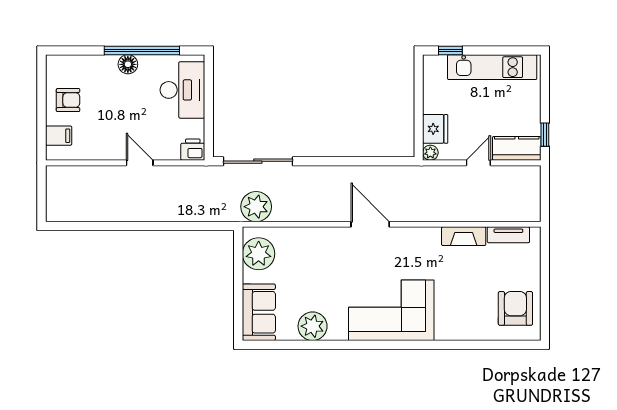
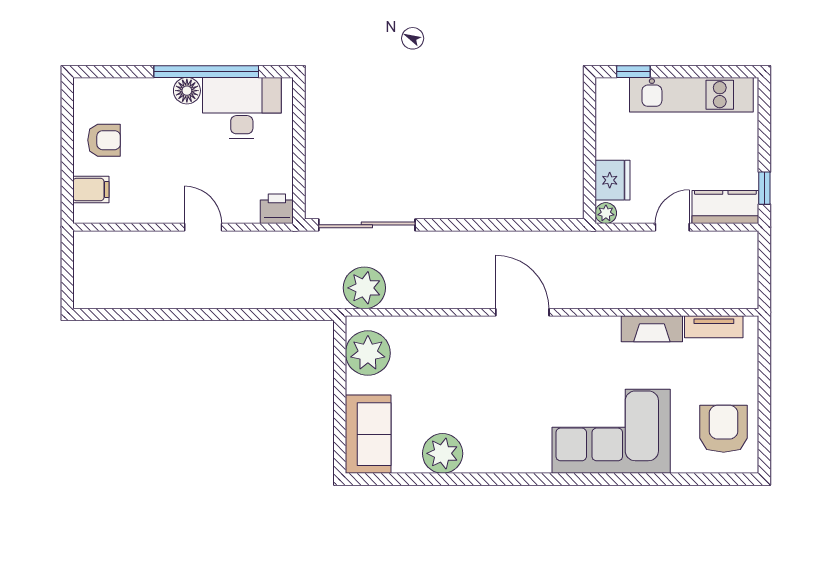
desk: (182, 90) -> (242, 108), moved, turned -90
corner sofa: (391, 310) -> (611, 431), moved

